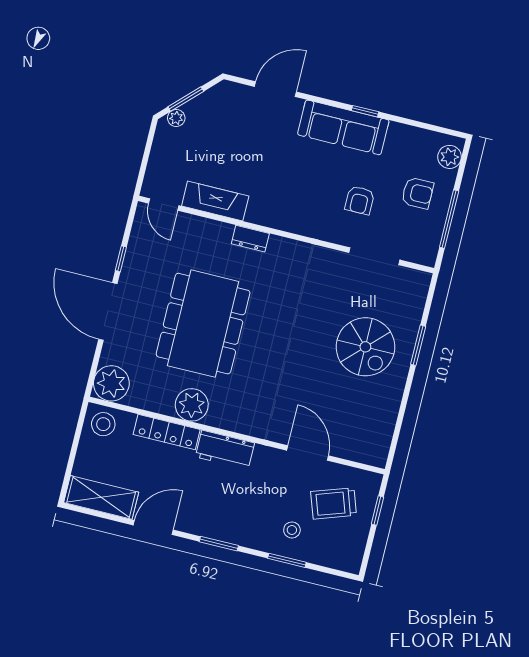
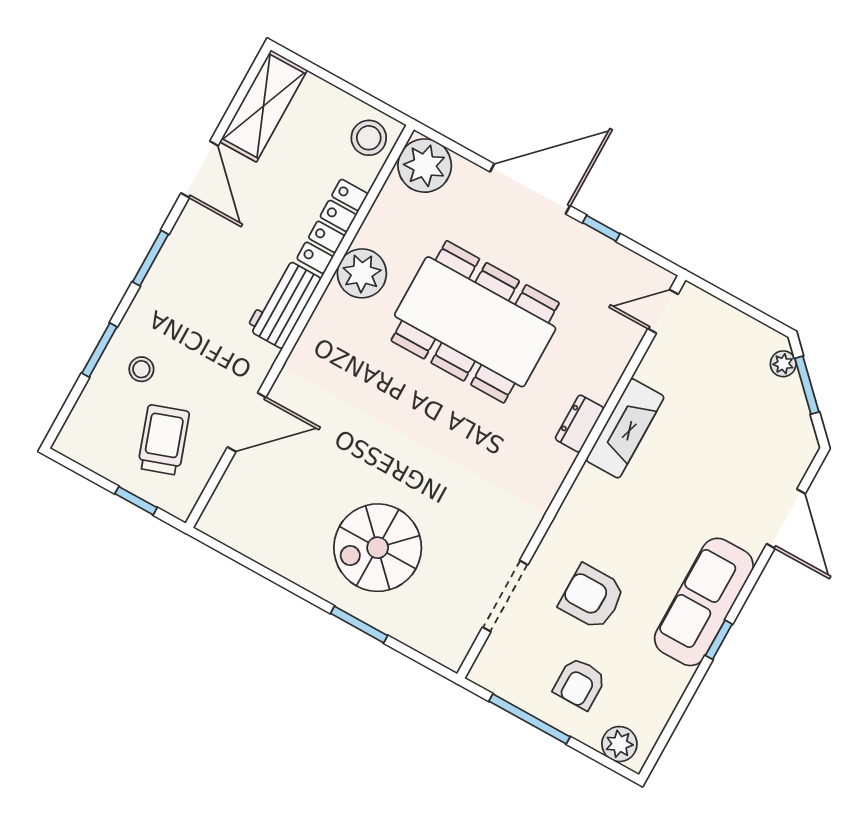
armchair: (360, 200) -> (592, 597), width x1.38, depth x1.38
fireplace: (215, 201) -> (625, 428), moved

